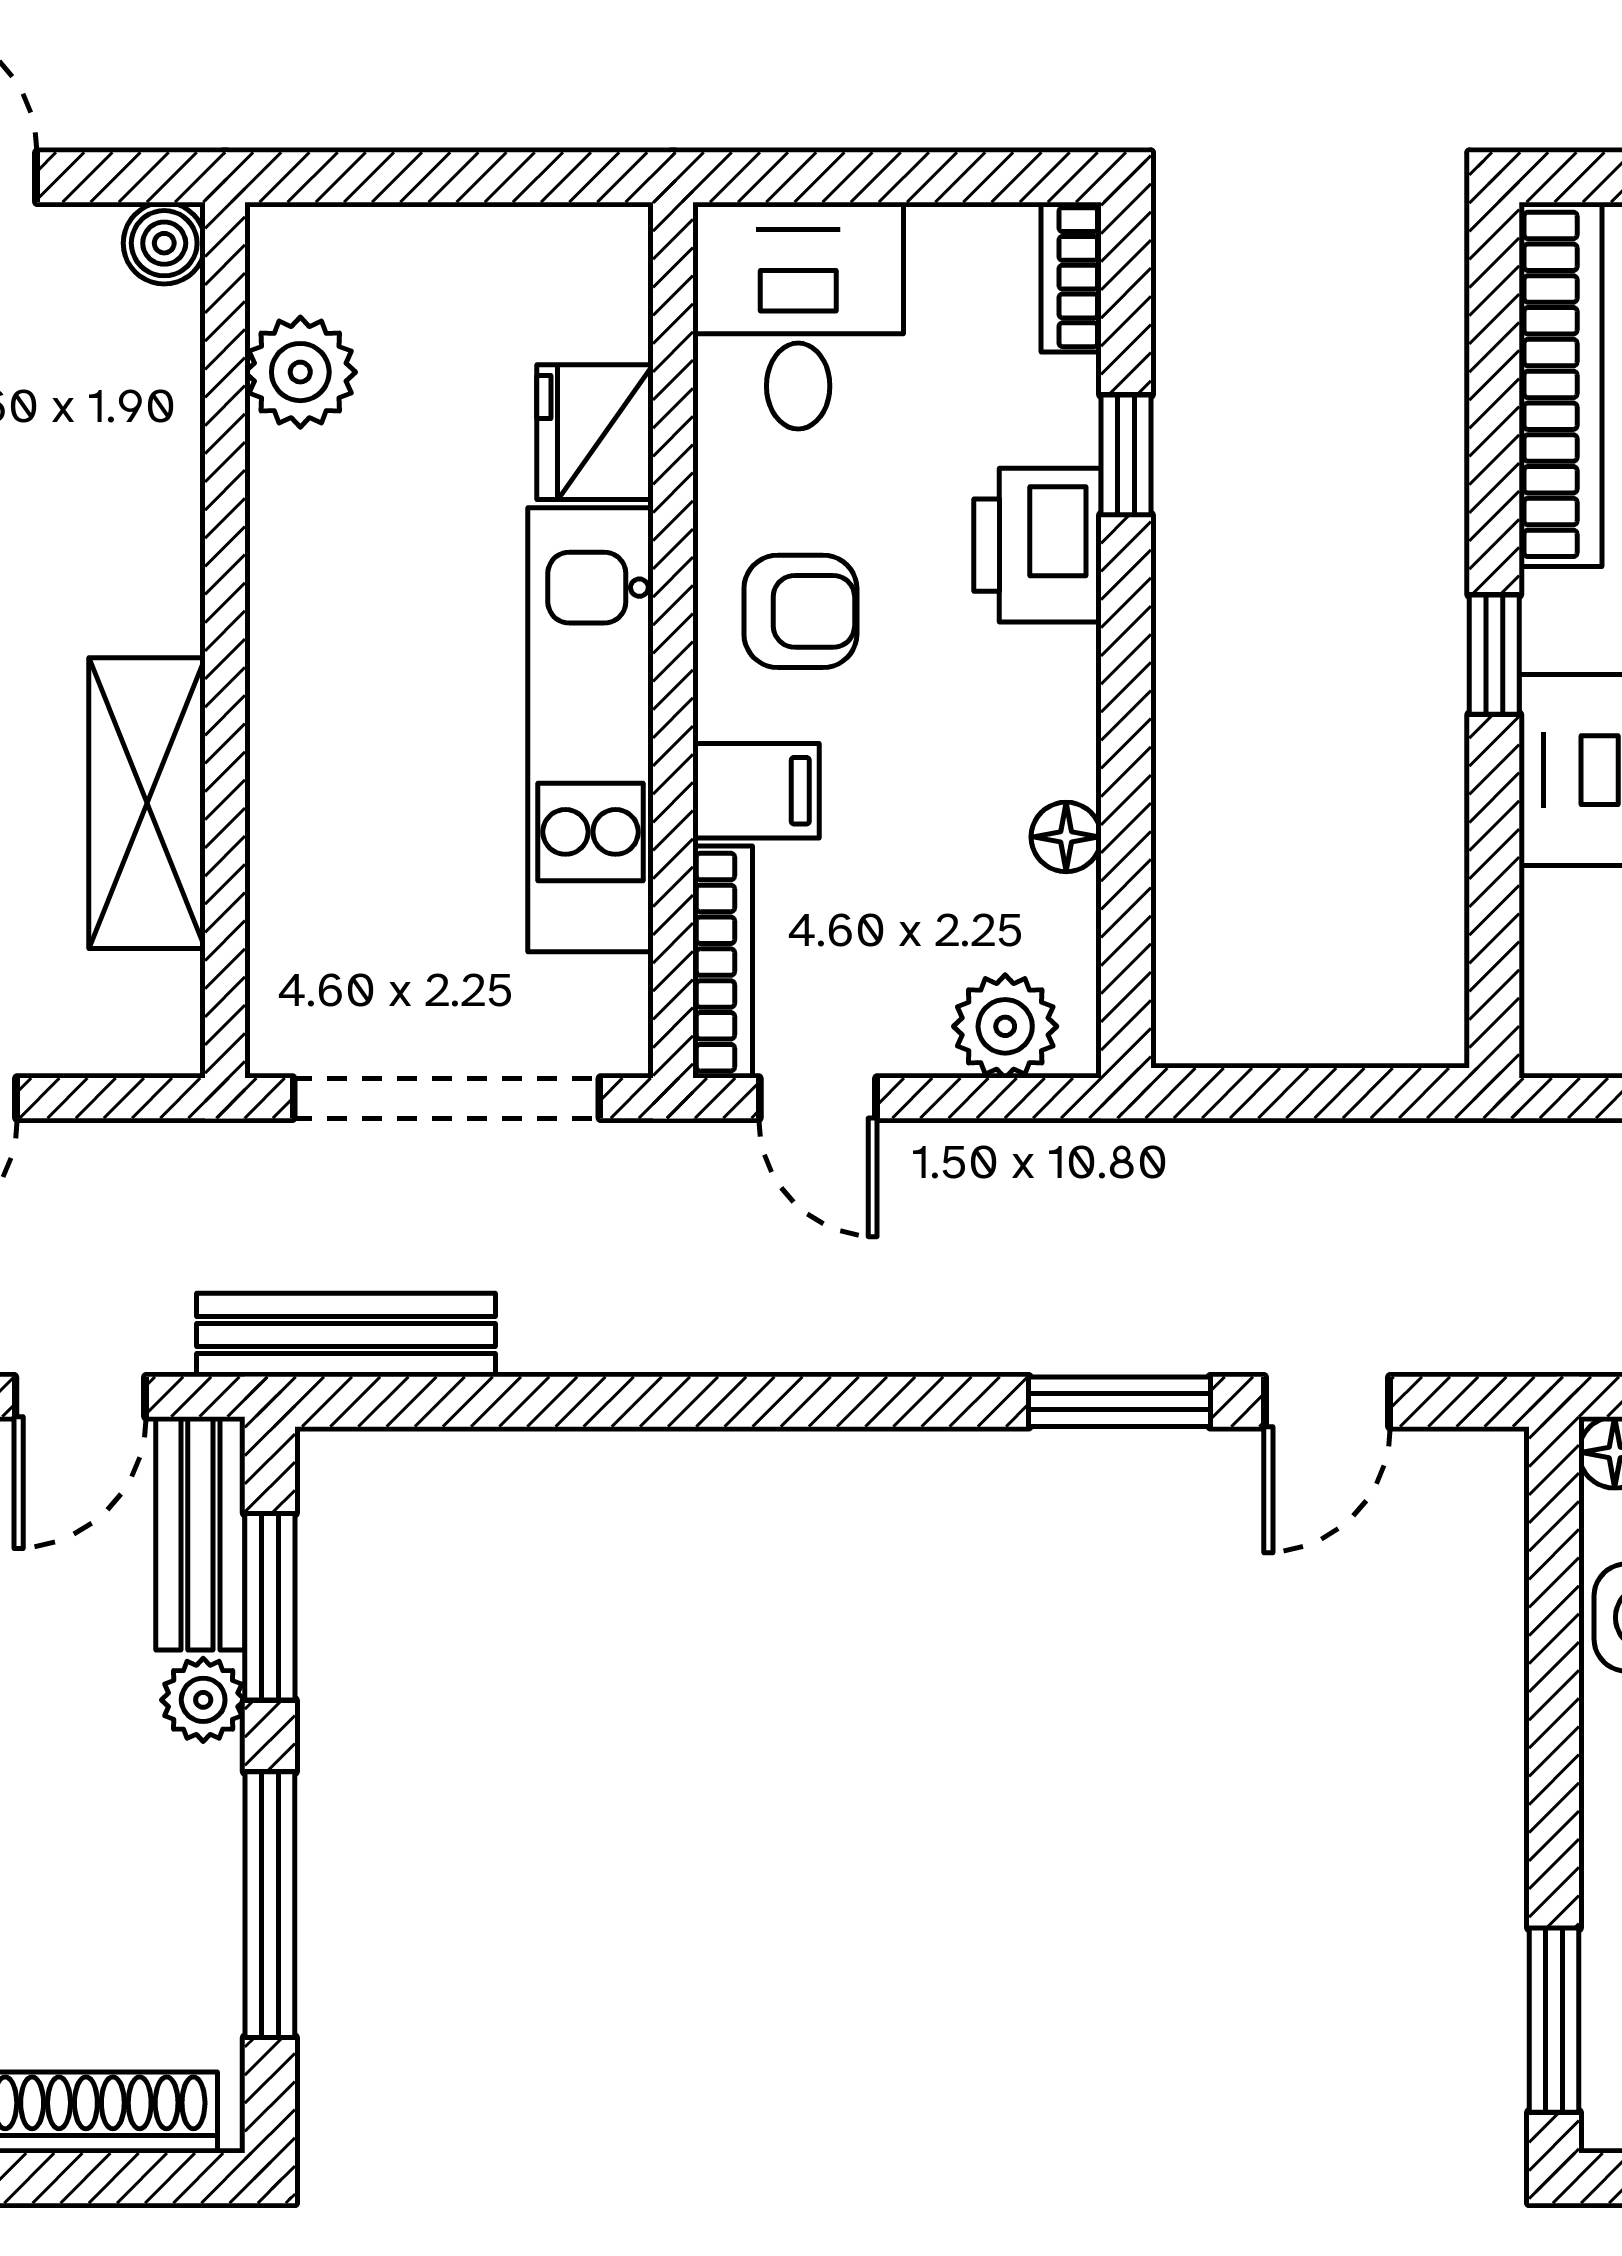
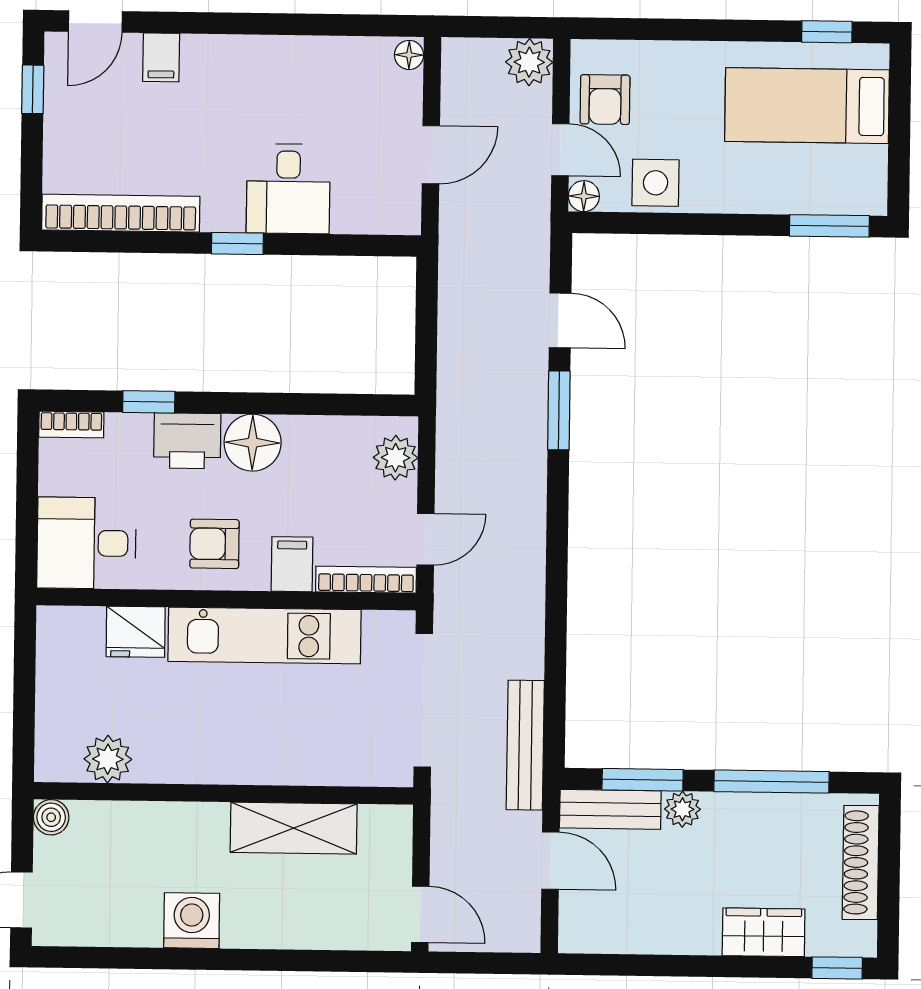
armchair: (800, 611) -> (214, 544), turned -90
floor lamp: (1066, 837) -> (253, 443), moved, width x1.89, depth x1.89

